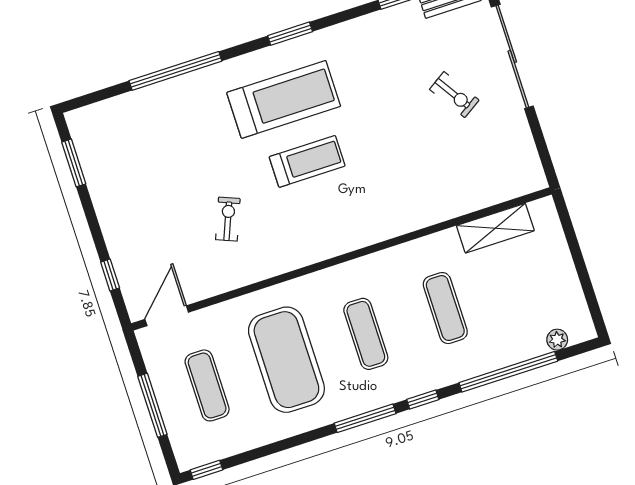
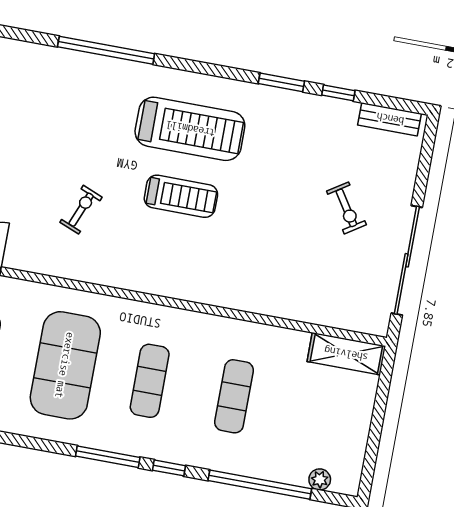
window: (290, 34) -> (281, 82), moved
sliding door: (512, 57) -> (407, 260), moved
shelving: (495, 228) -> (346, 354), moved

